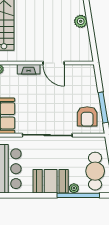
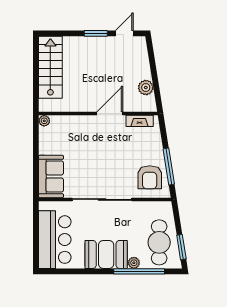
plant: (81, 21) -> (146, 88), moved
door: (54, 63) -> (110, 114), swing flipped
fireplace: (29, 69) -> (140, 121), moved

